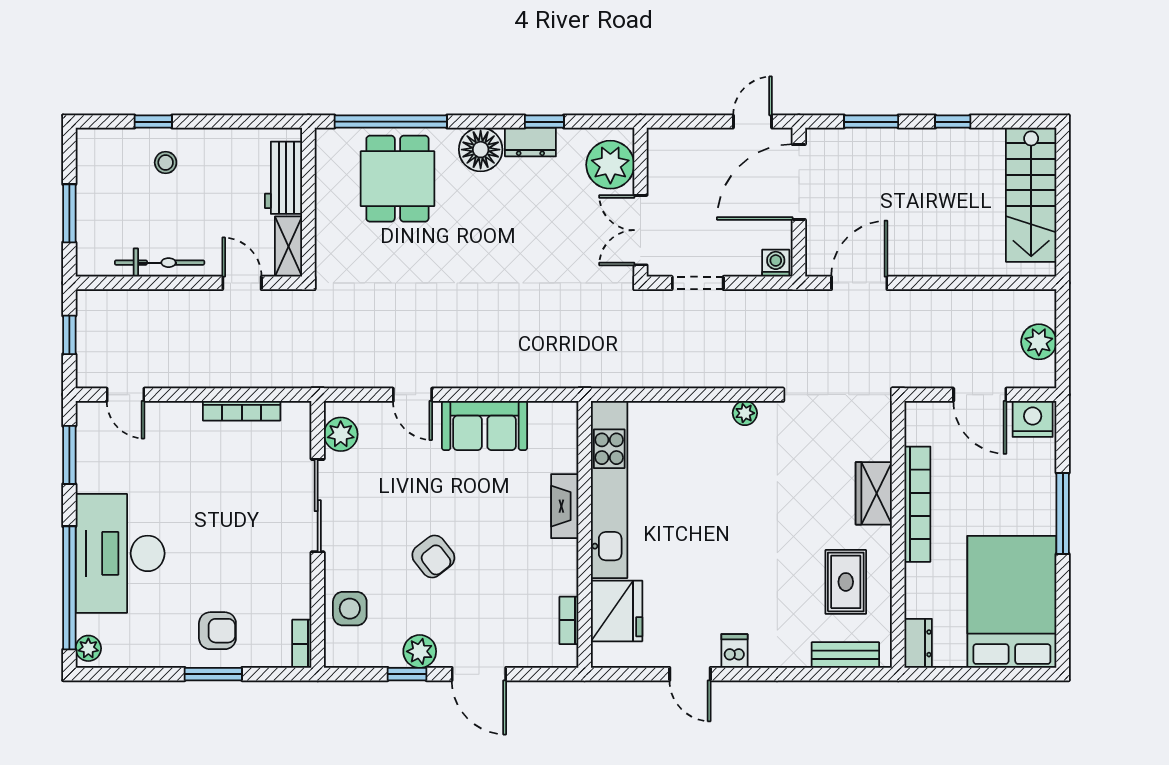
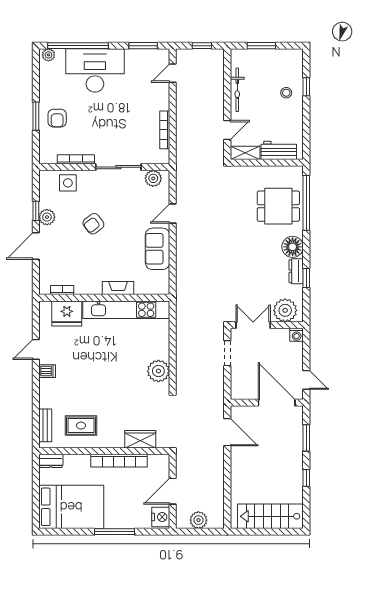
washing machine: (776, 263) -> (297, 335), moved, turned 90
plant: (745, 413) -> (158, 371), width x1.87, depth x1.87
wardrobe: (874, 493) -> (140, 439), moved
bookcase: (302, 644) -> (76, 159), moved, width x1.56

